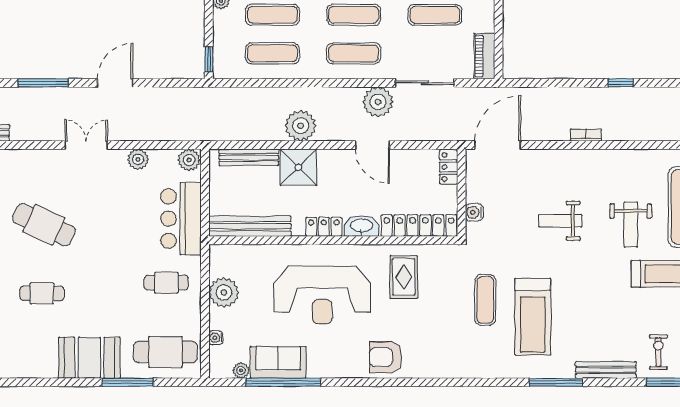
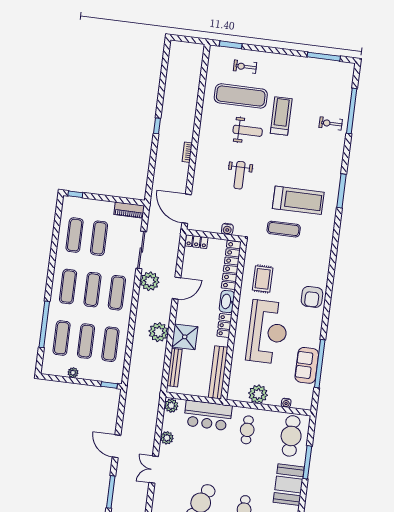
rug: (404, 277) -> (263, 279), turned 90
plant: (241, 370) -> (309, 390), removed
bench: (606, 370) -> (338, 158), removed

